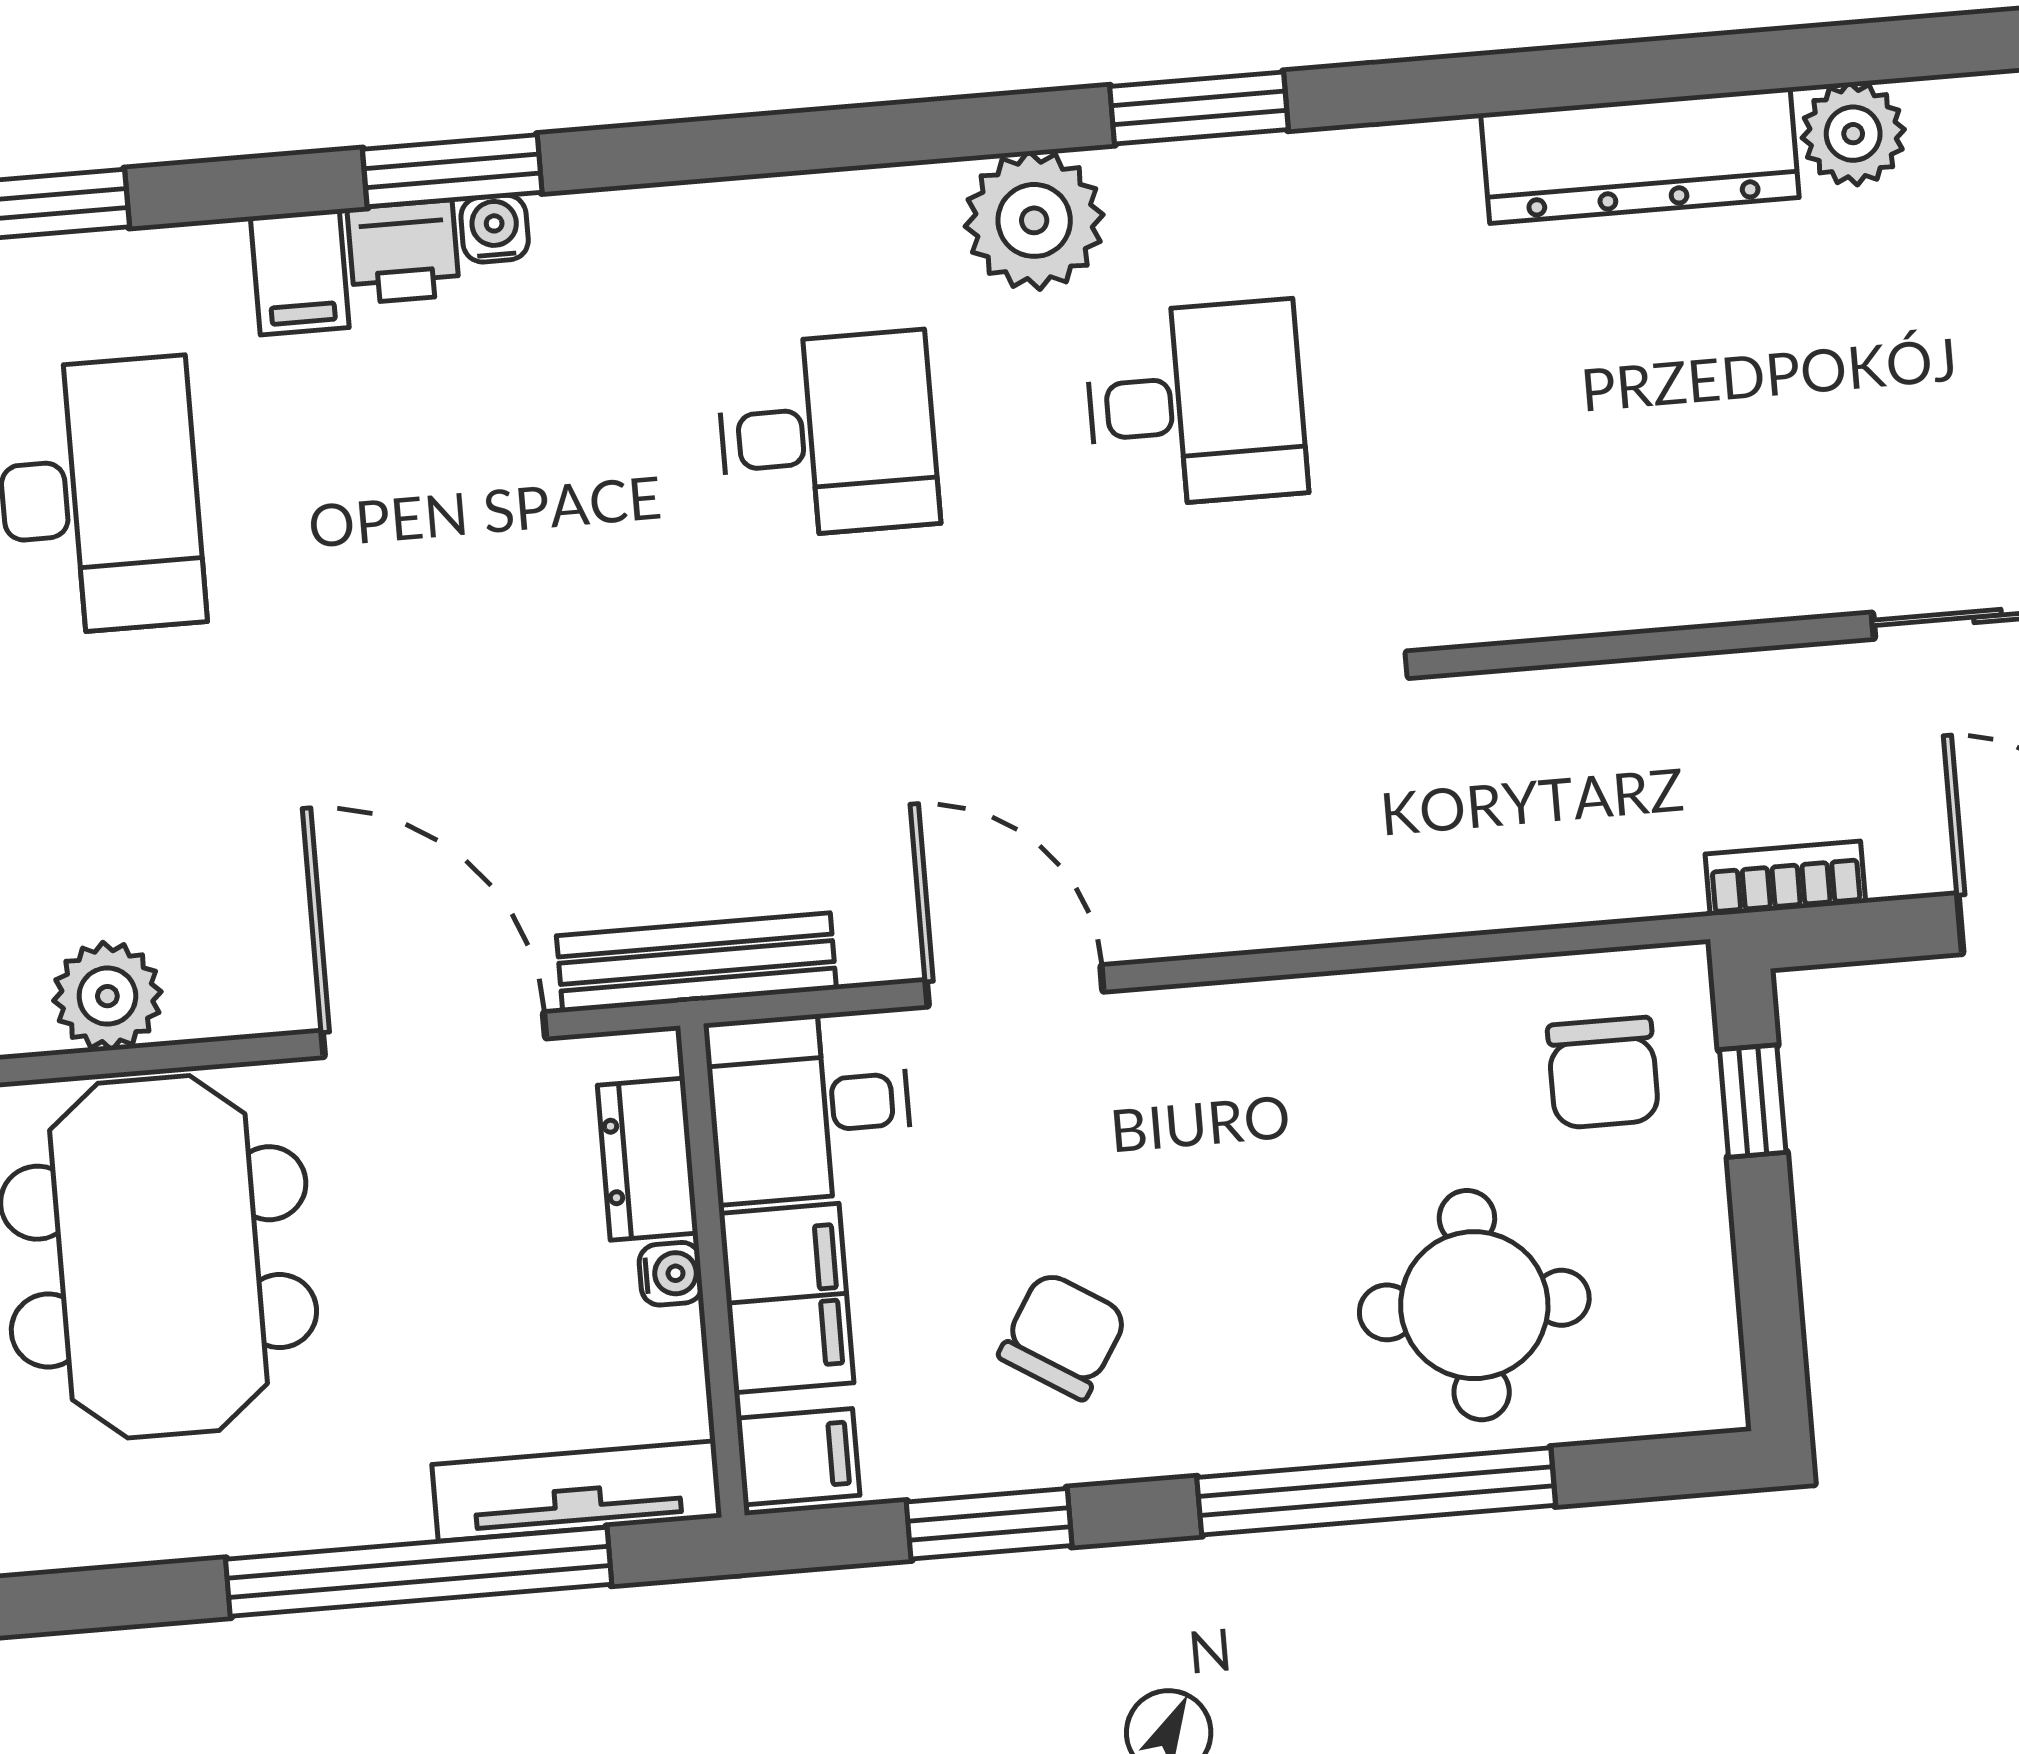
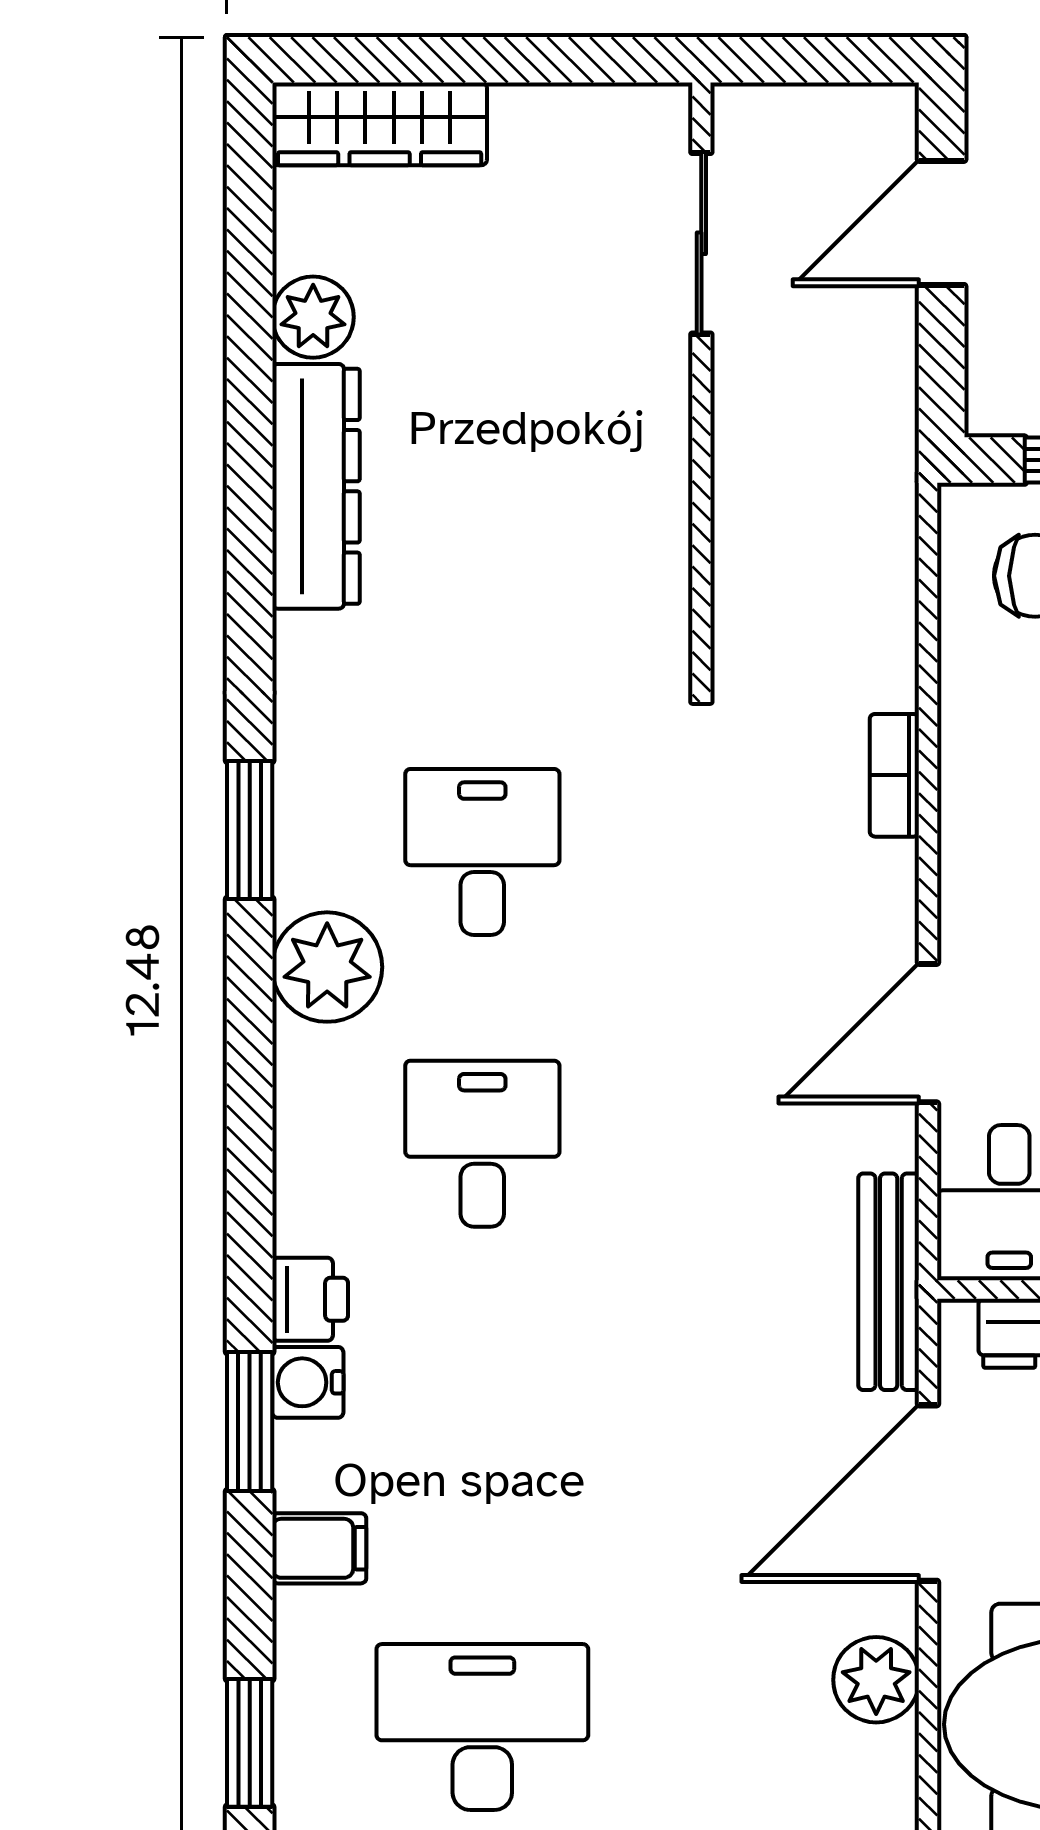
water cooler: (495, 229) -> (308, 1382), width x1.38, depth x1.38
printer: (403, 252) -> (310, 1299), moved
bookcase: (1785, 878) -> (894, 775), moved
plant: (107, 996) -> (876, 1680), moved

